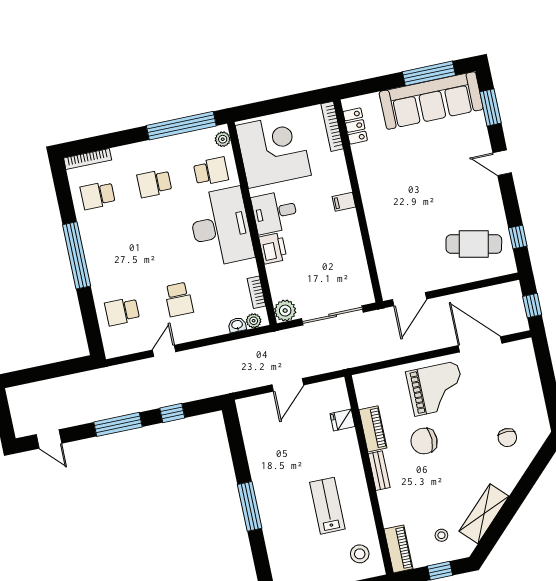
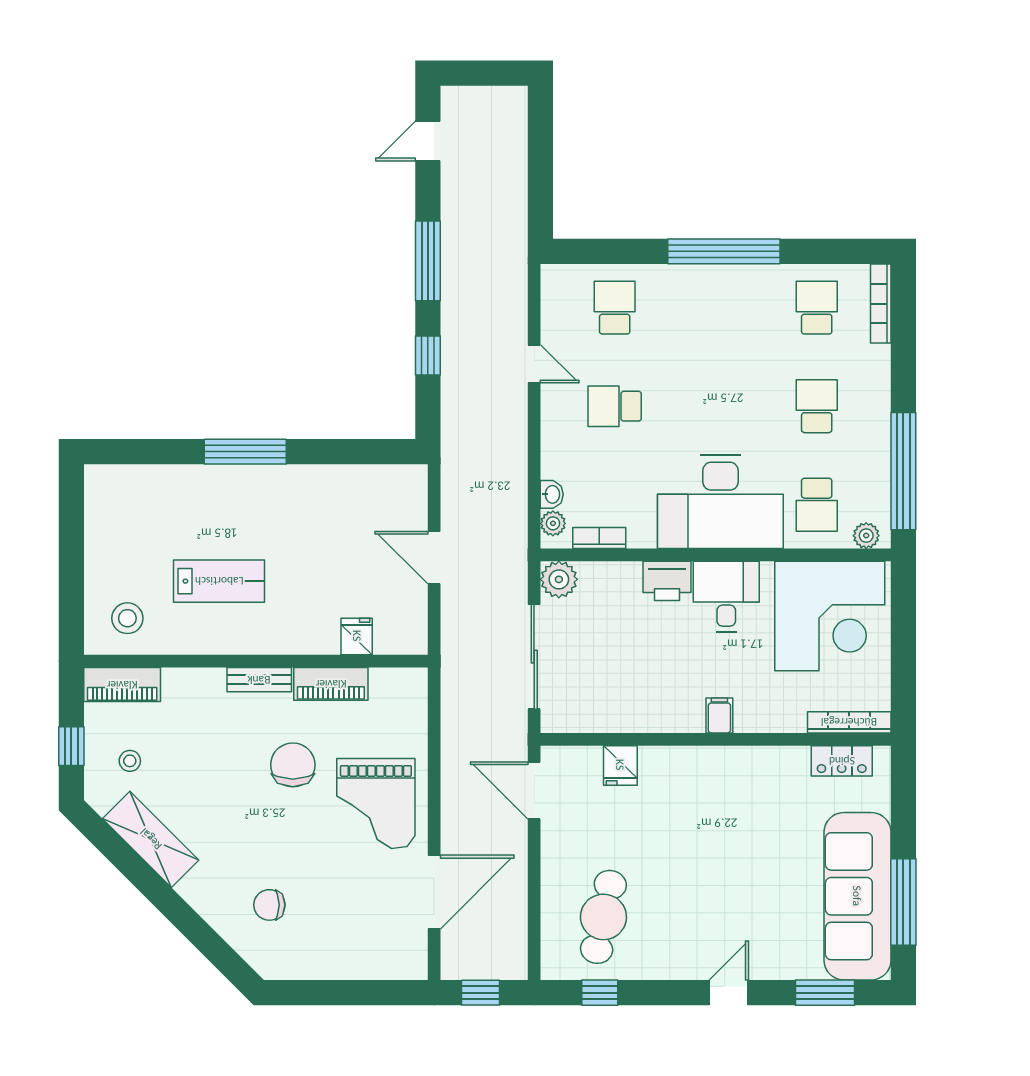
fridge: (385, 253) -> (620, 765), added

